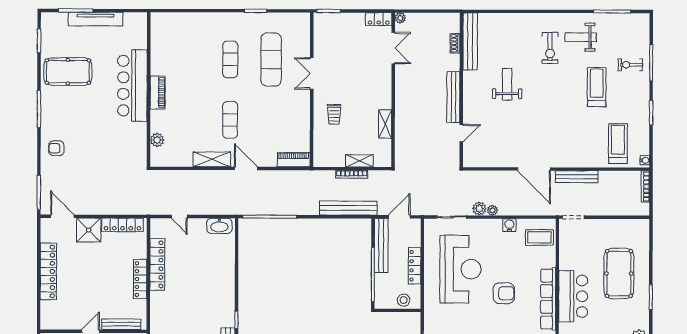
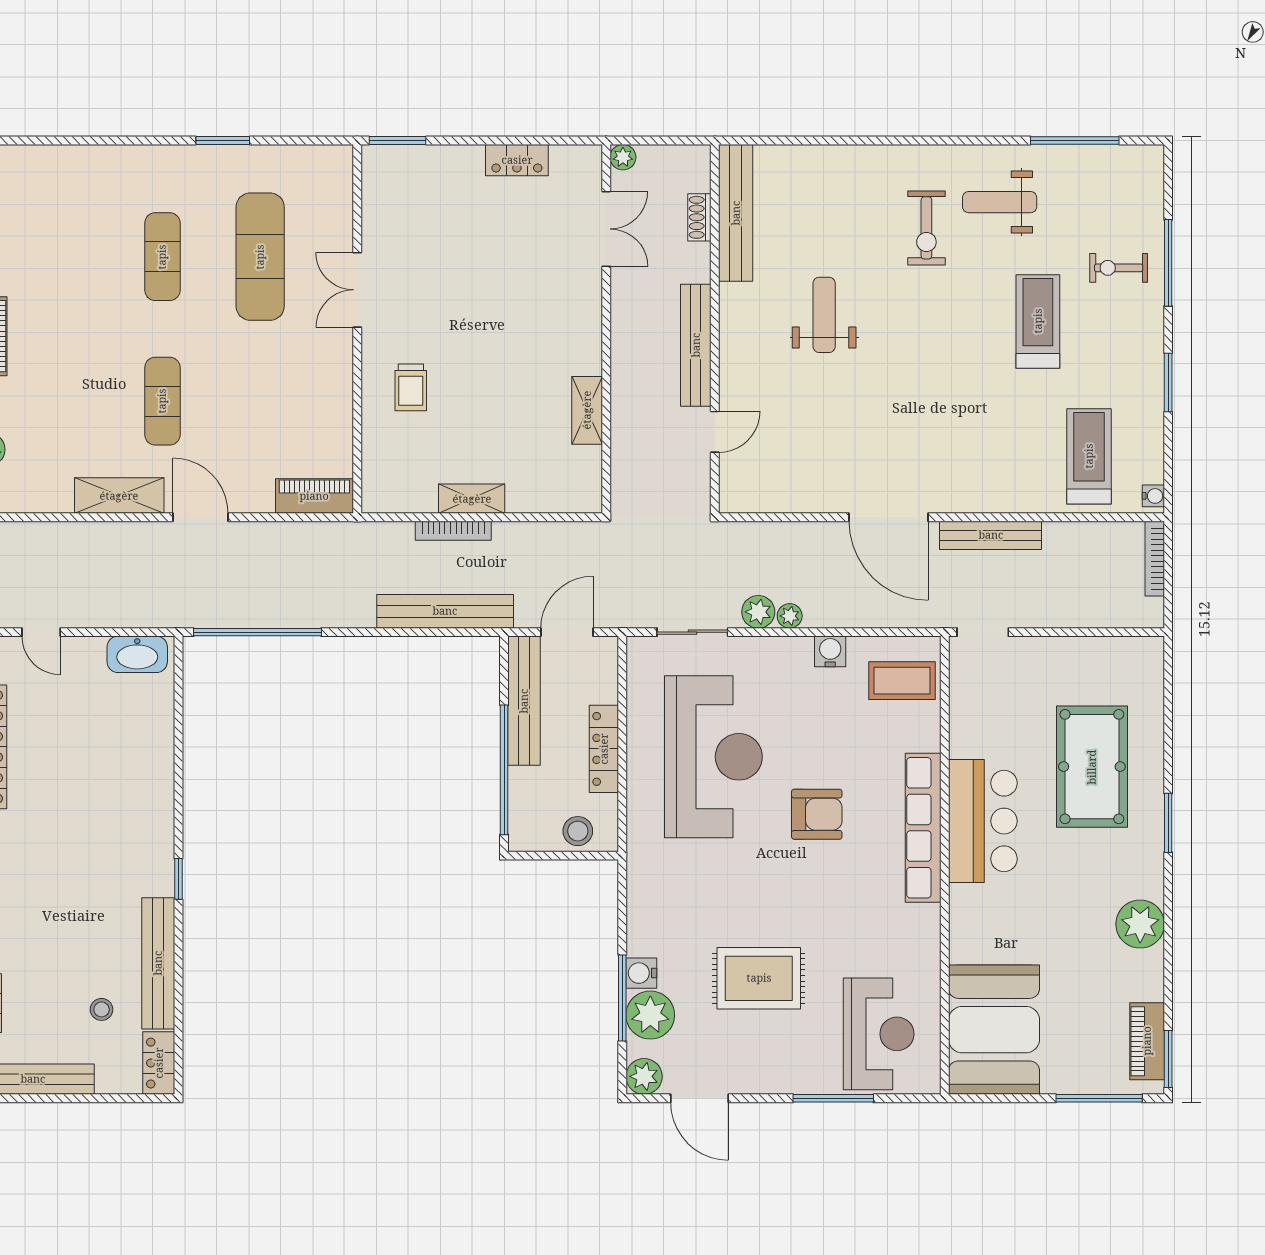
plant: (400, 18) -> (623, 157), moved
double door: (393, 48) -> (606, 229), moved
wall: (393, 90) -> (606, 329), moved
shelving: (385, 124) -> (587, 410), moved

